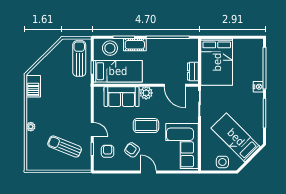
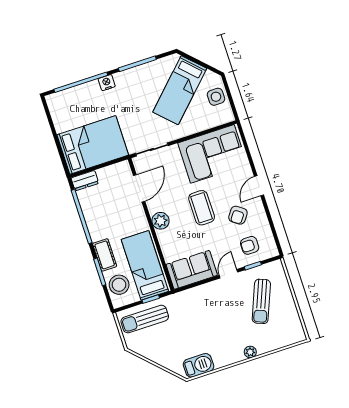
dresser: (193, 72) -> (85, 181), moved
sofa: (122, 97) -> (192, 270), moved, turned -90

